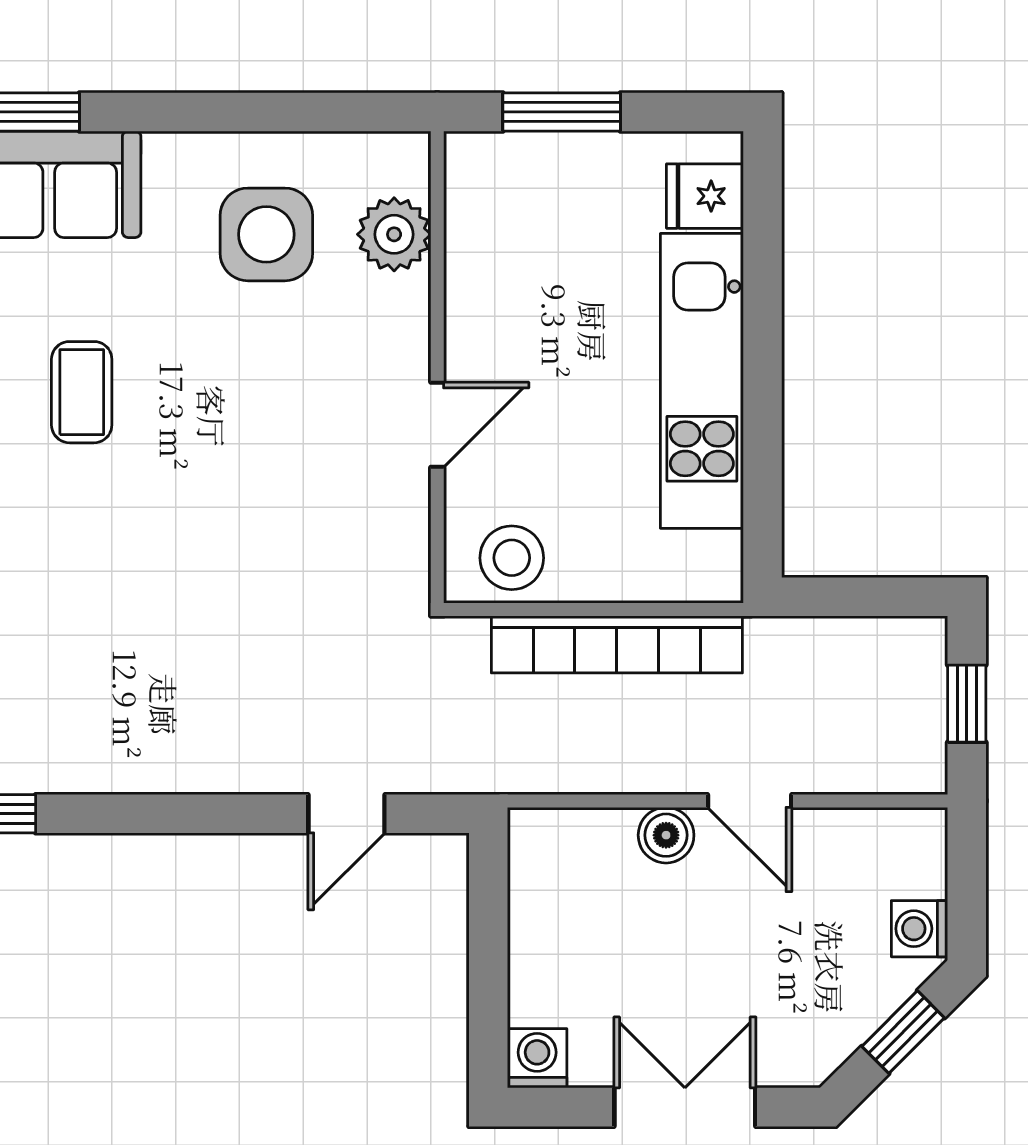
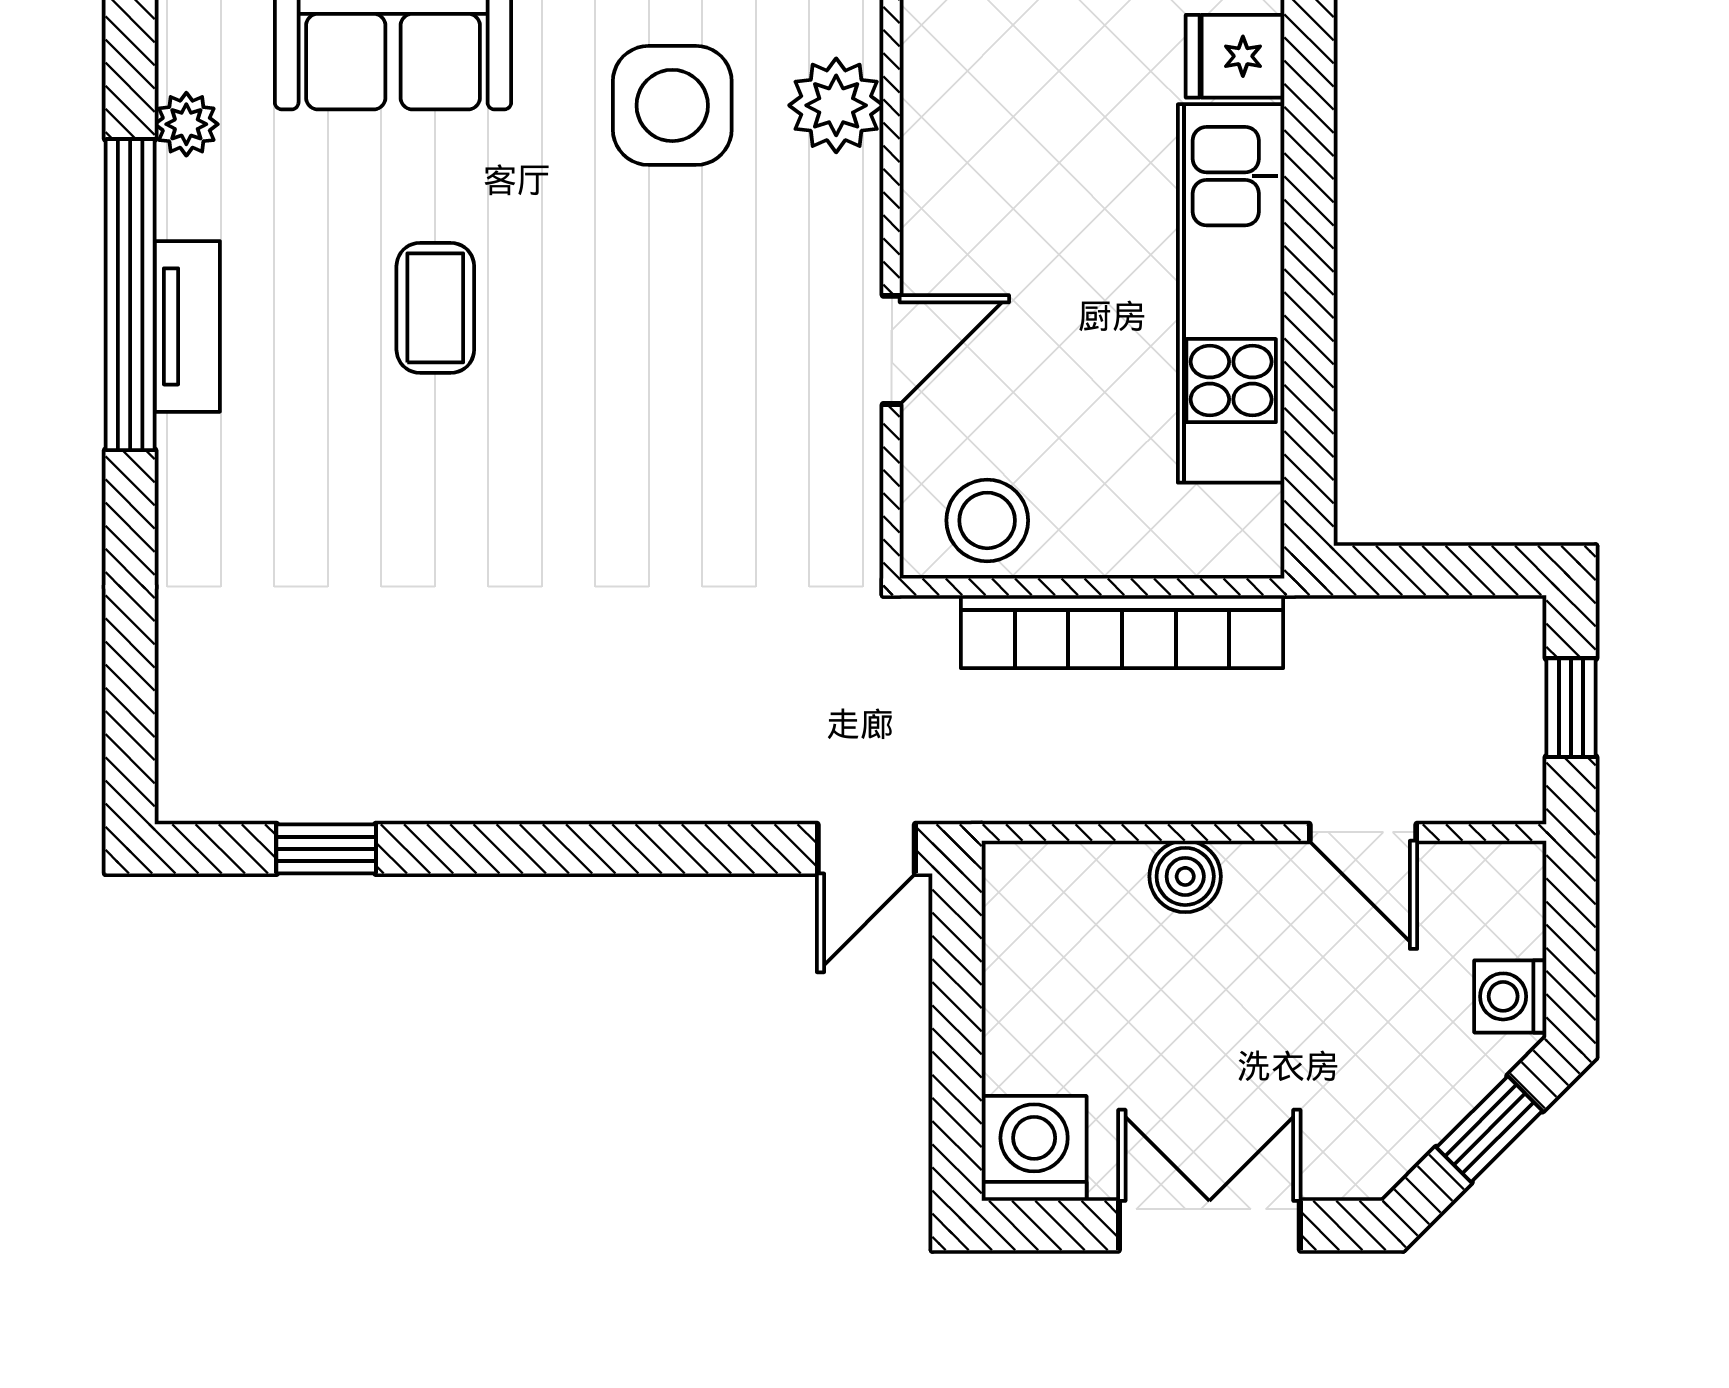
door: (750, 801) -> (1363, 832), moved
door: (347, 814) -> (866, 849), moved
washing machine: (537, 1058) -> (1034, 1148), width x1.38, depth x1.38

